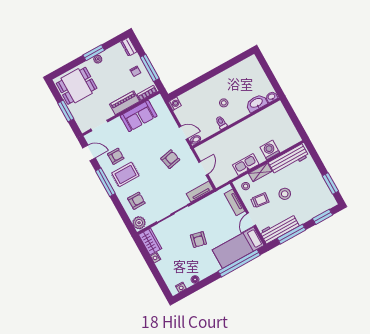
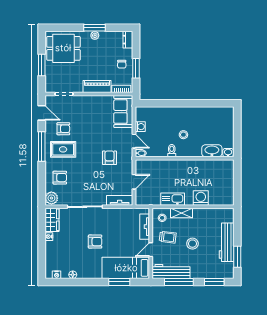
window: (150, 68) -> (136, 68), width x0.69
washing machine: (175, 104) -> (140, 127), moved
sofa: (139, 116) -> (123, 112), moved, turned 90
armchair: (170, 159) -> (110, 158), turned -78
workbench: (289, 159) -> (227, 242), moved, turned 90
armchair: (198, 240) -> (95, 242), turned -103
window: (239, 263) -> (119, 282), width x0.47

